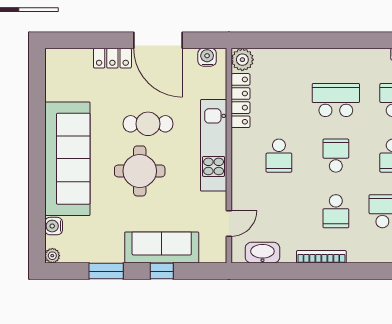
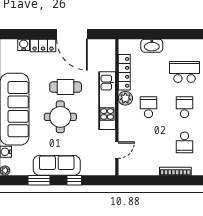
water cooler: (207, 57) -> (24, 45), moved
plant: (242, 60) -> (125, 98), moved
school desk: (279, 156) -> (148, 107), turned 180
sofa: (162, 247) -> (57, 165), moved
washbasin: (262, 253) -> (152, 46), moved, turned 180

